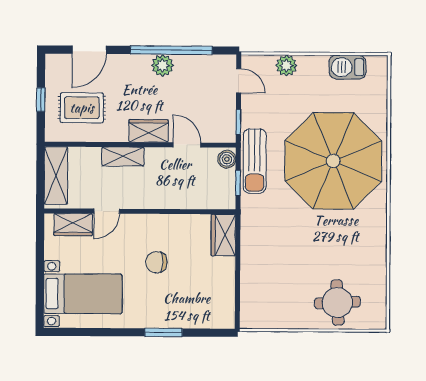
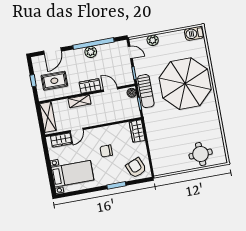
barbecue: (347, 67) -> (194, 33), moved
armchair: (208, 306) -> (136, 168), added

